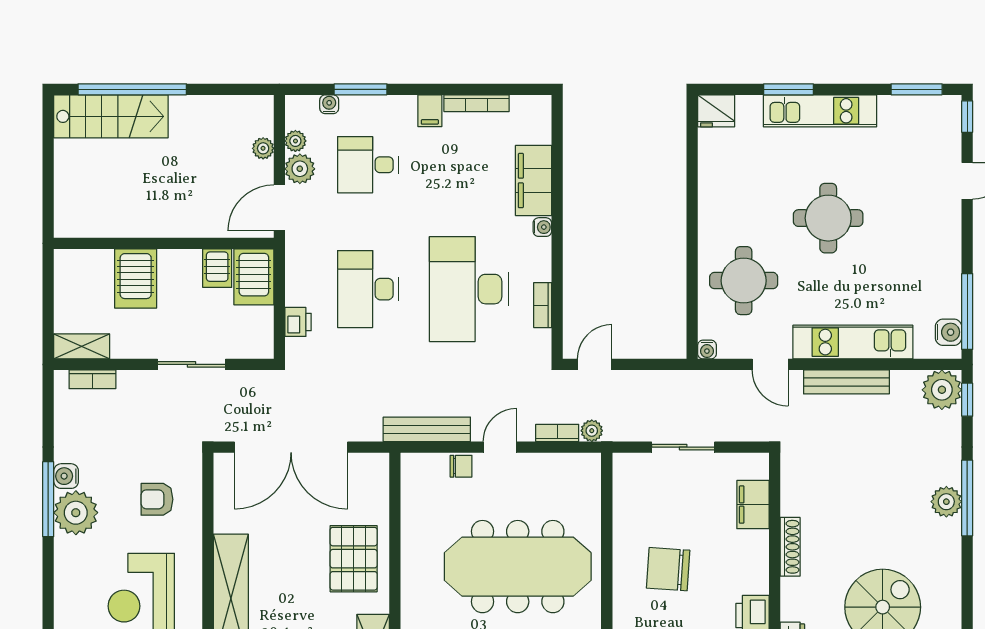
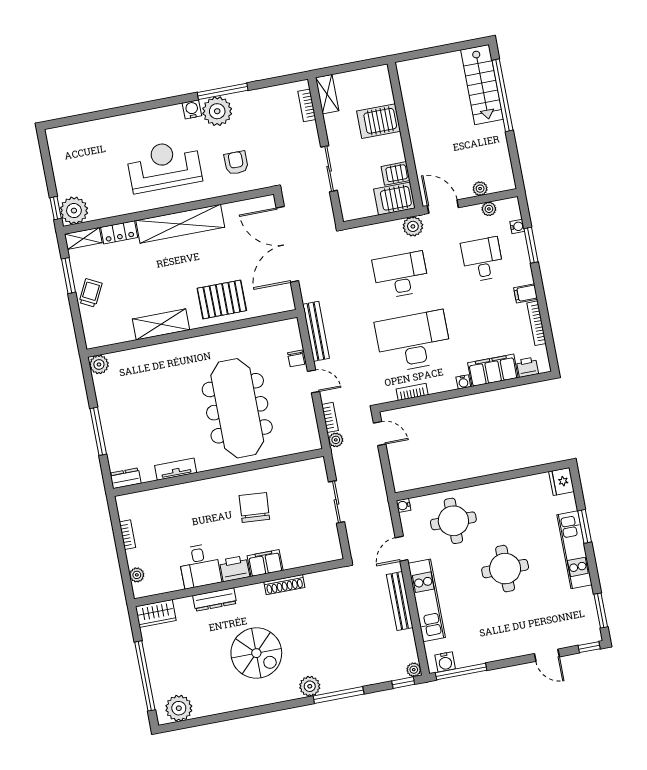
plant: (300, 169) -> (413, 226), moved
printer: (298, 322) -> (527, 367), moved, turned 180
plant: (942, 390) -> (414, 670), width x0.53, depth x0.53
water cooler: (66, 476) -> (192, 109), moved
plant: (946, 502) -> (310, 686), moved
filing cabinet: (753, 505) -> (265, 563), moved

